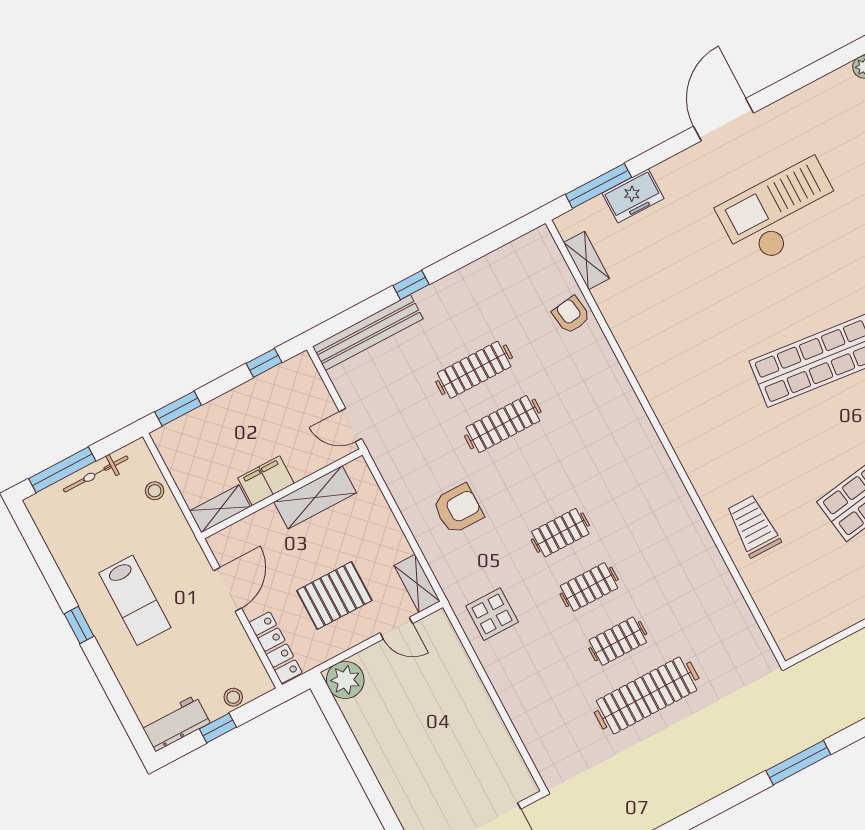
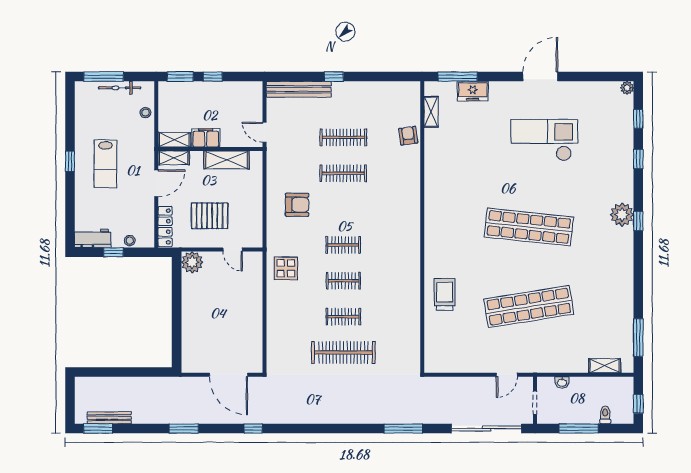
window: (264, 363) -> (213, 77), moved
shelving: (417, 583) -> (174, 158), moved, turned 90

